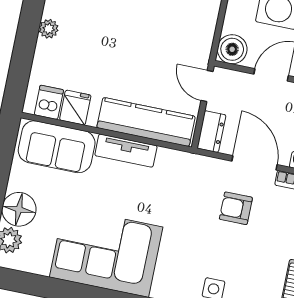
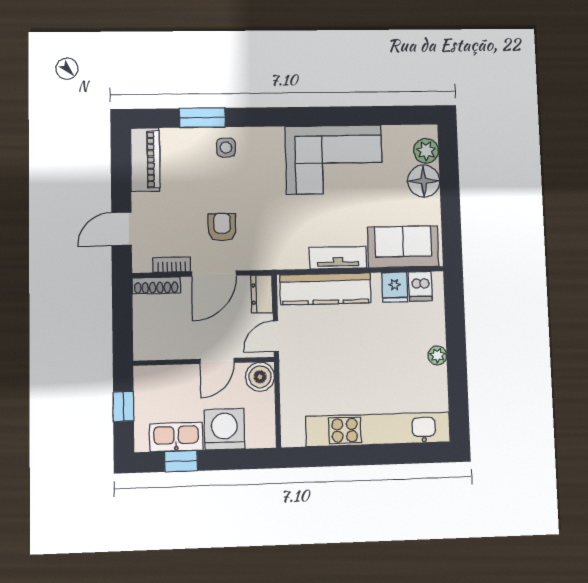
door: (207, 86) -> (276, 336), swing flipped
door: (255, 163) -> (214, 274), hinge flipped
armchair: (236, 208) -> (222, 227), turned -90

